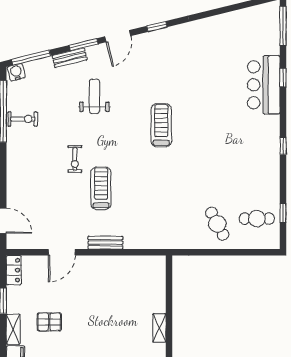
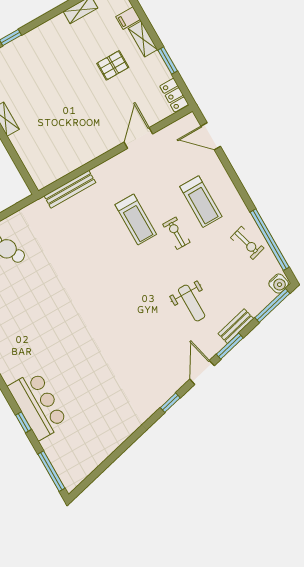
exercise bike: (23, 119) -> (247, 243), turned -106
treadmill: (161, 125) -> (201, 202), moved
bench: (105, 243) -> (70, 189), moved, width x1.36

